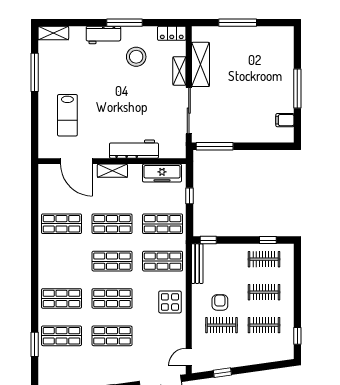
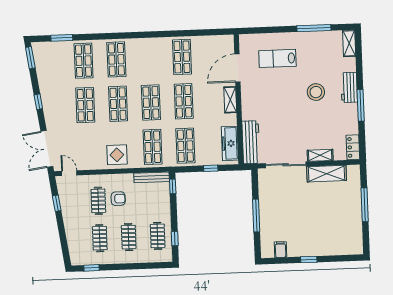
stool: (136, 57) -> (316, 92), moved
window: (297, 88) -> (309, 260), width x0.46
window: (215, 146) -> (256, 215), moved
workbench: (134, 149) -> (251, 142), moved
window: (35, 344) -> (62, 38), moved

